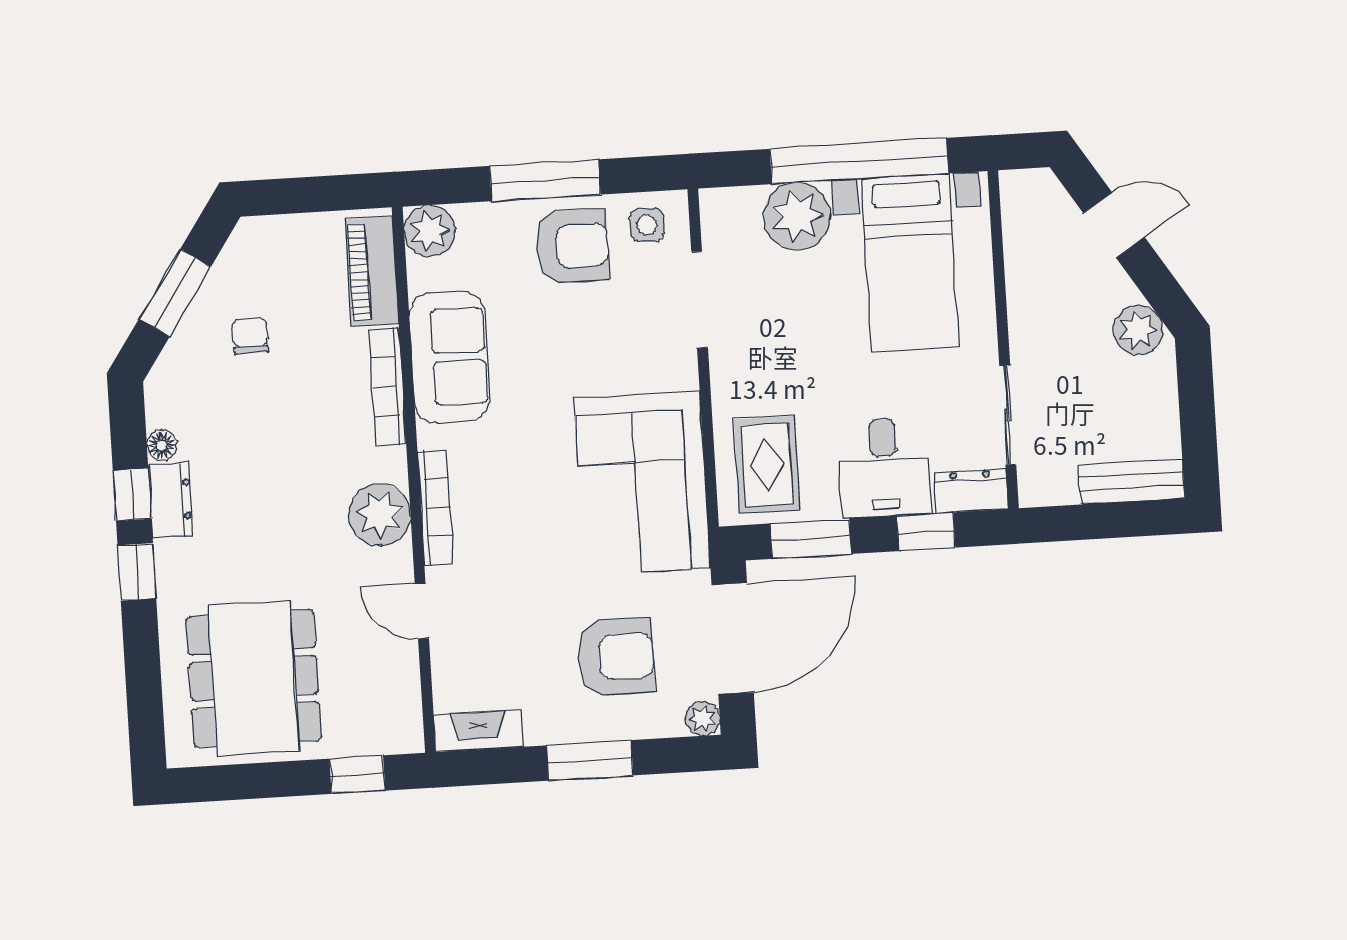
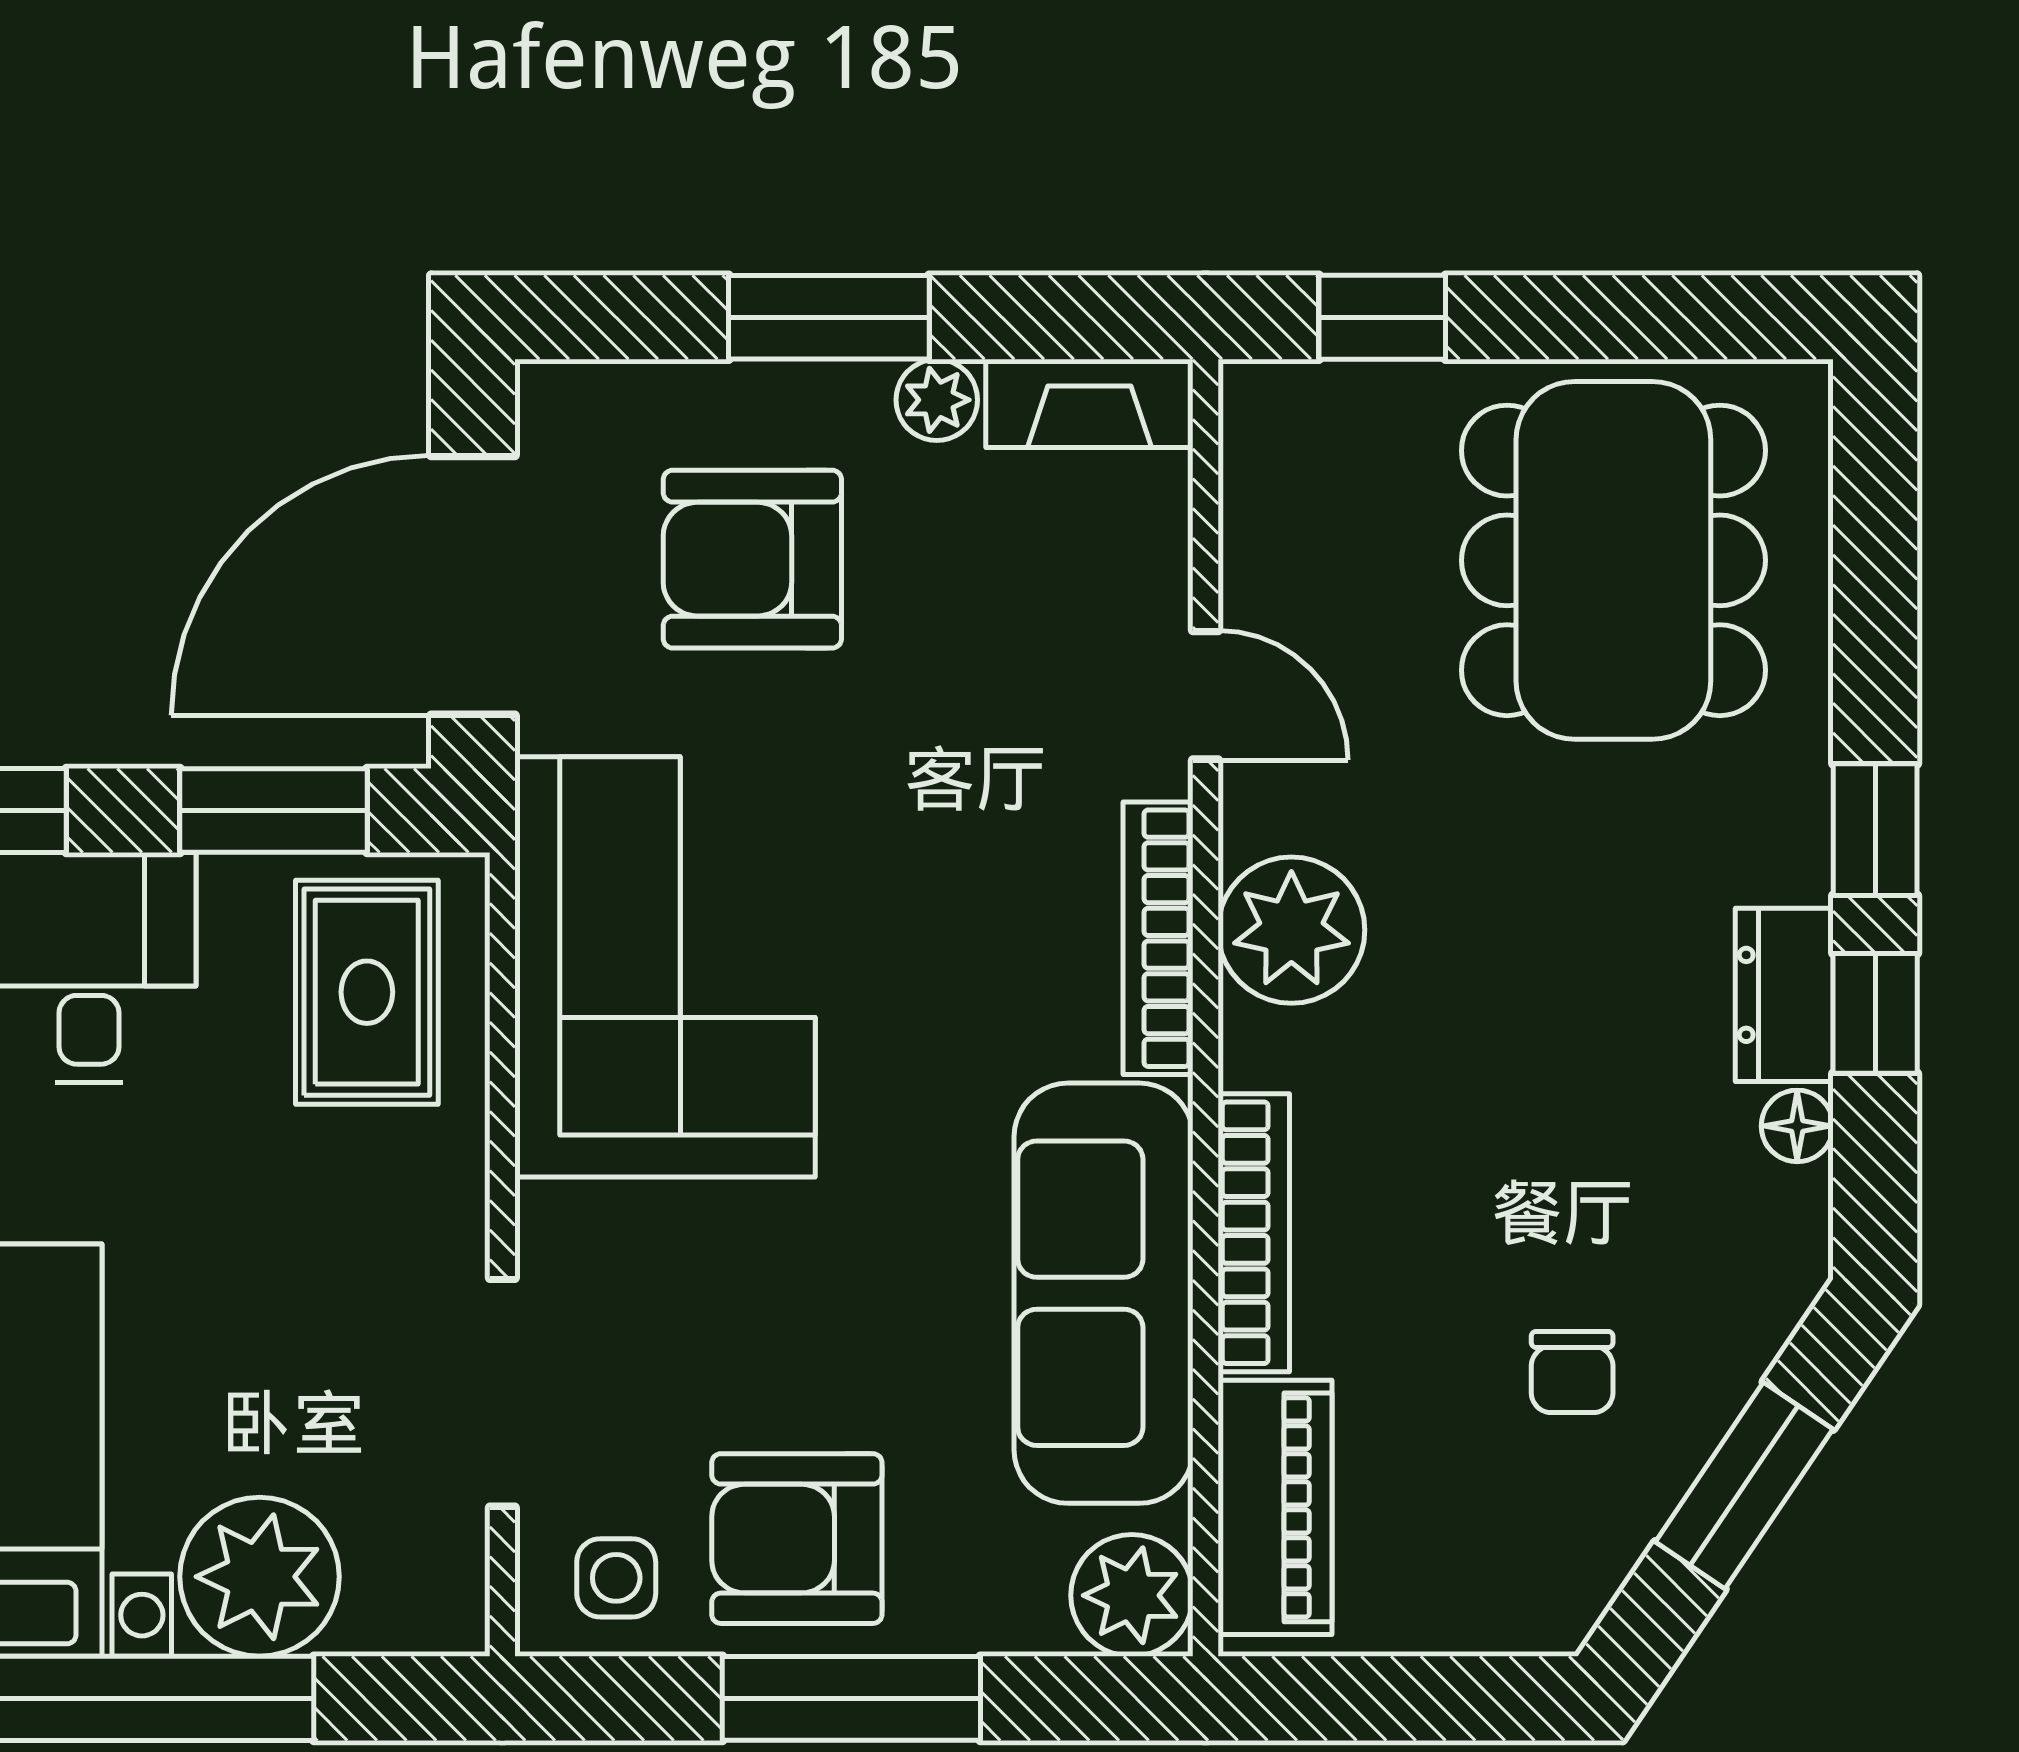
sofa: (449, 357) -> (1104, 1293), width x1.36
plant: (703, 719) -> (937, 400), moved

